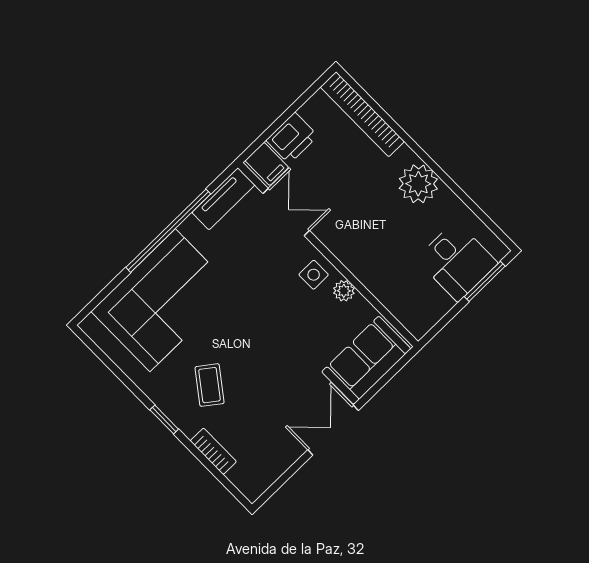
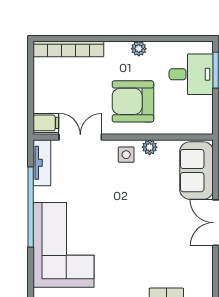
printer: (292, 138) -> (45, 97), removed
plant: (418, 184) -> (139, 49), width x0.53, depth x0.53
armchair: (373, 230) -> (133, 101), added
coffee table: (210, 385) -> (130, 263), removed

